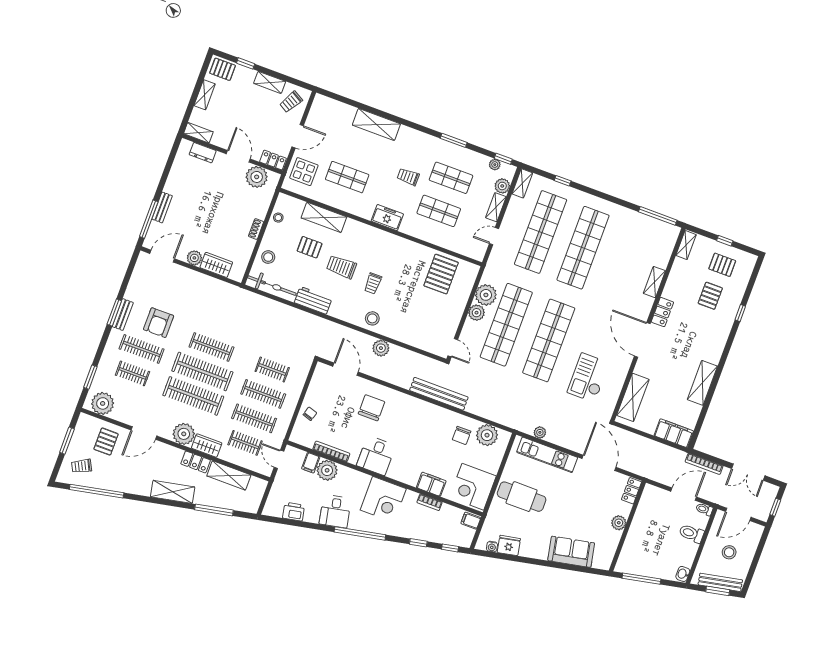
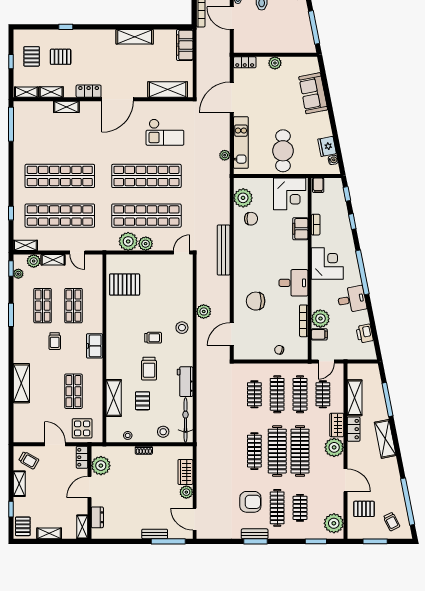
shelving: (676, 272) -> (51, 92), added

